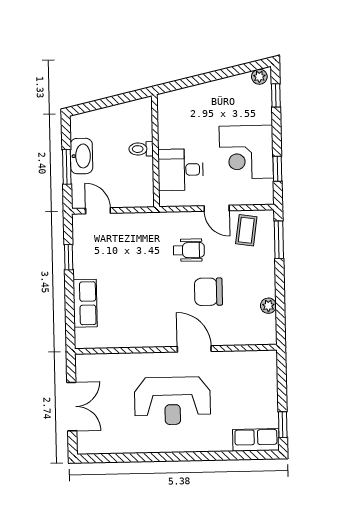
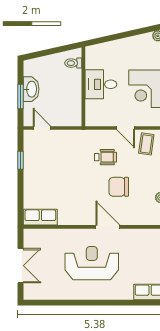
toilet: (141, 149) -> (73, 63), moved
desk: (181, 170) -> (101, 84), moved
row of seats: (85, 303) -> (40, 217), moved, turned -90
reception desk: (173, 401) -> (92, 263), turned 180

